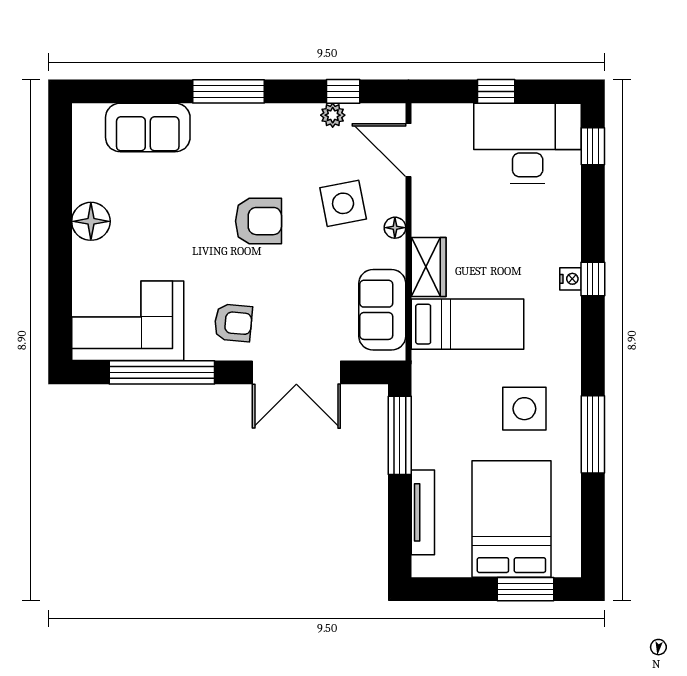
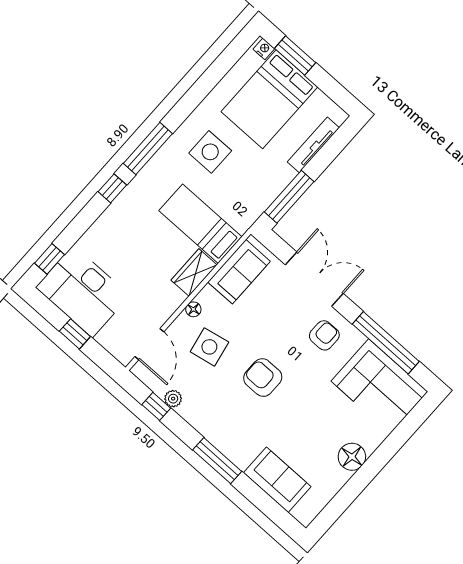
nightstand: (571, 279) -> (264, 49), moved, turned 90
armchair: (233, 323) -> (324, 335), turned 85
window: (593, 434) -> (148, 149), moved

